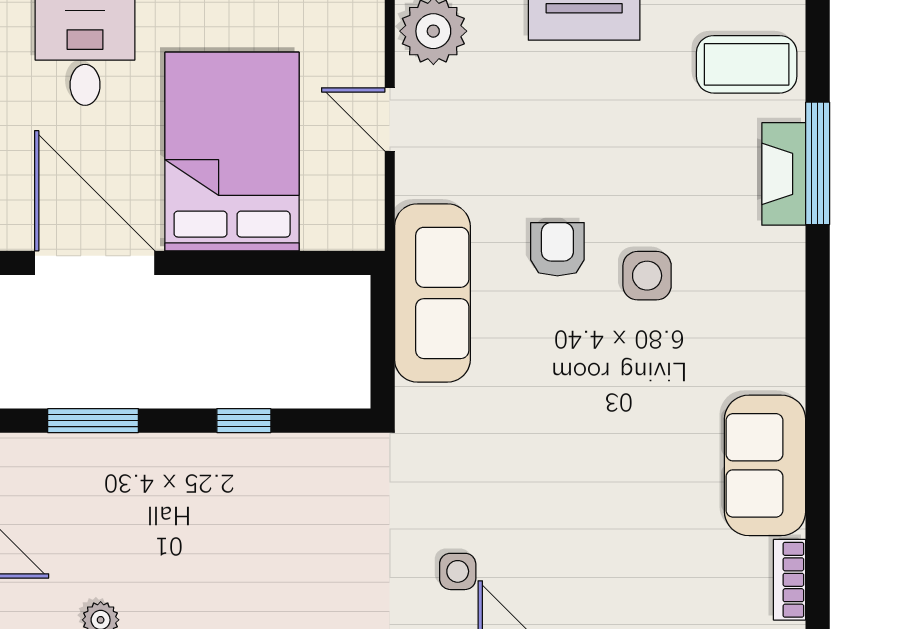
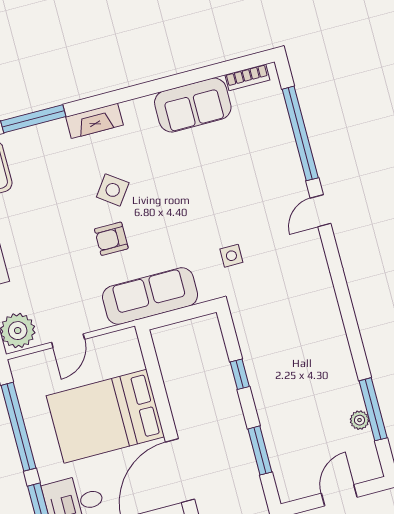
fireplace: (784, 174) -> (94, 121), moved
side table: (647, 276) -> (113, 190), turned 36
side table: (458, 571) -> (231, 256), moved

